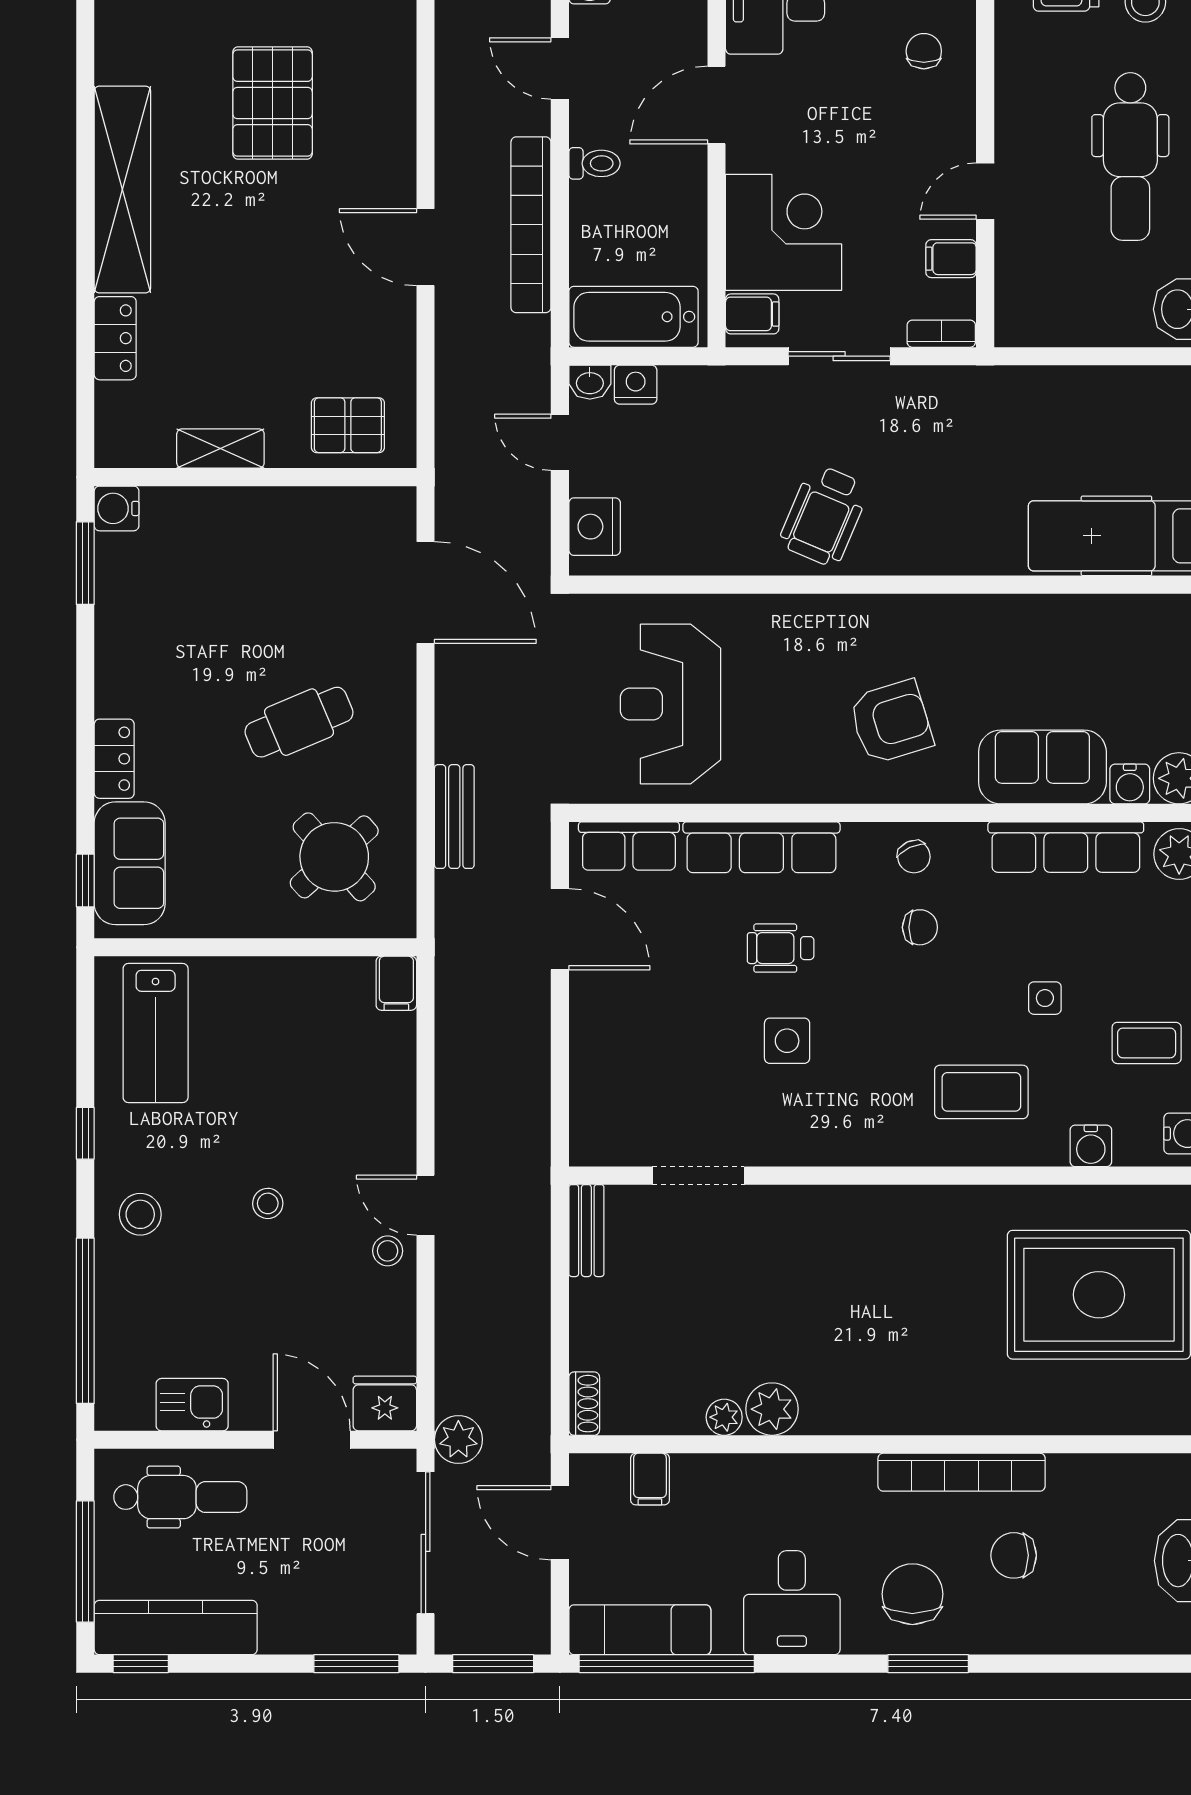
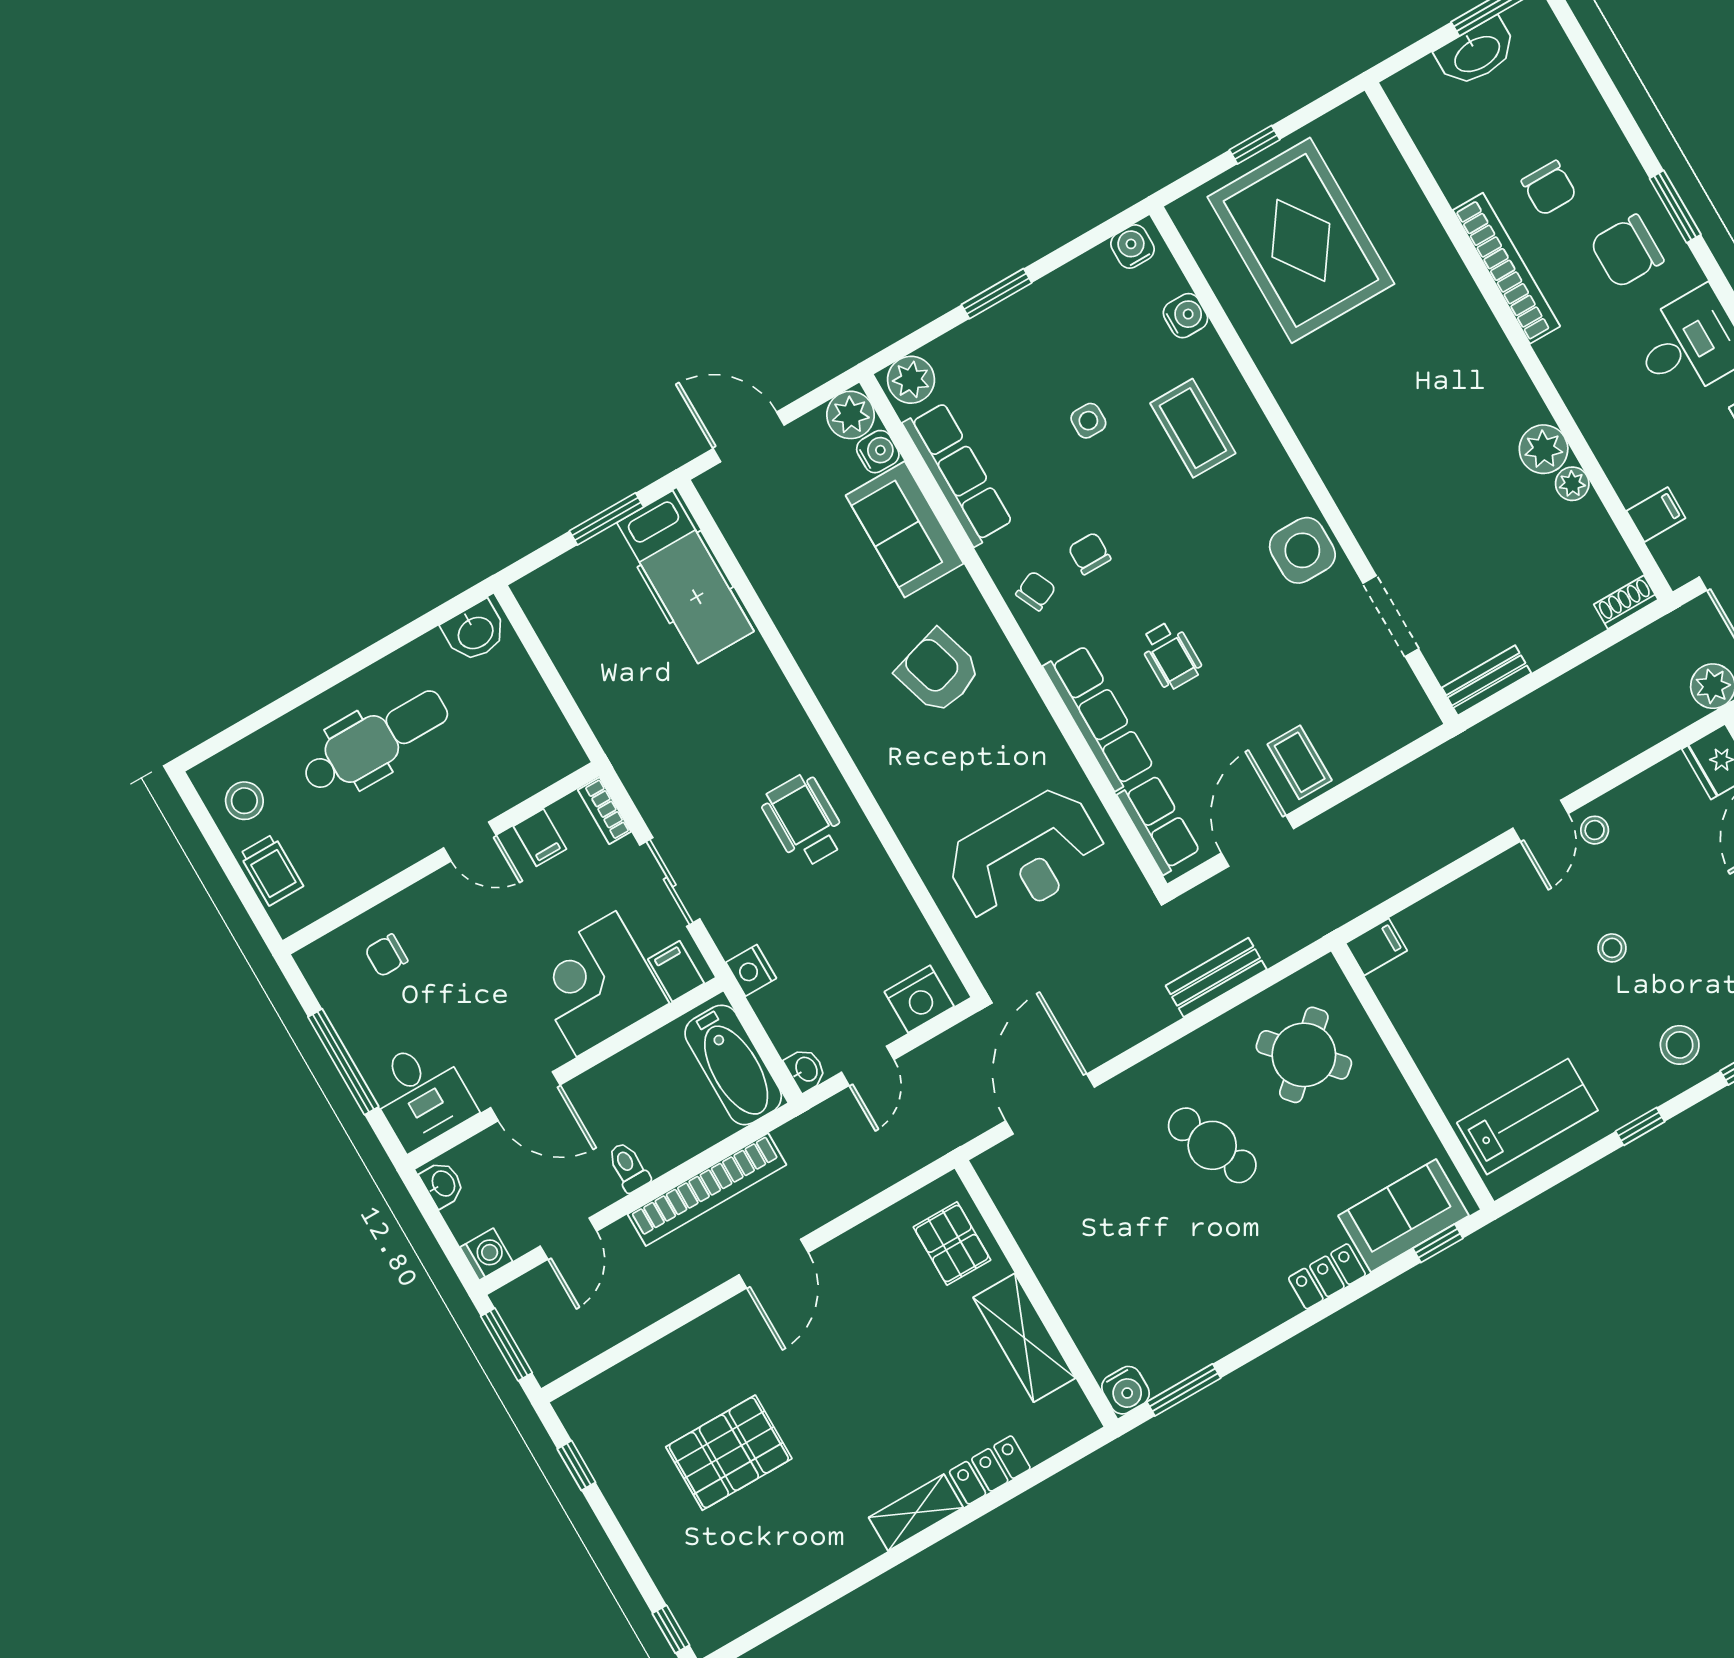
shelving: (122, 189) -> (916, 1512), width x0.45, depth x0.75
nightstand: (636, 385) -> (751, 970), moved
shelving: (220, 448) -> (1024, 1338), width x1.50, depth x1.33
wheelchair: (824, 515) -> (804, 821), turned -113
side table: (787, 1041) -> (1302, 550), moved, width x1.37, depth x1.37
coffee table: (1147, 1043) -> (1300, 762), moved

